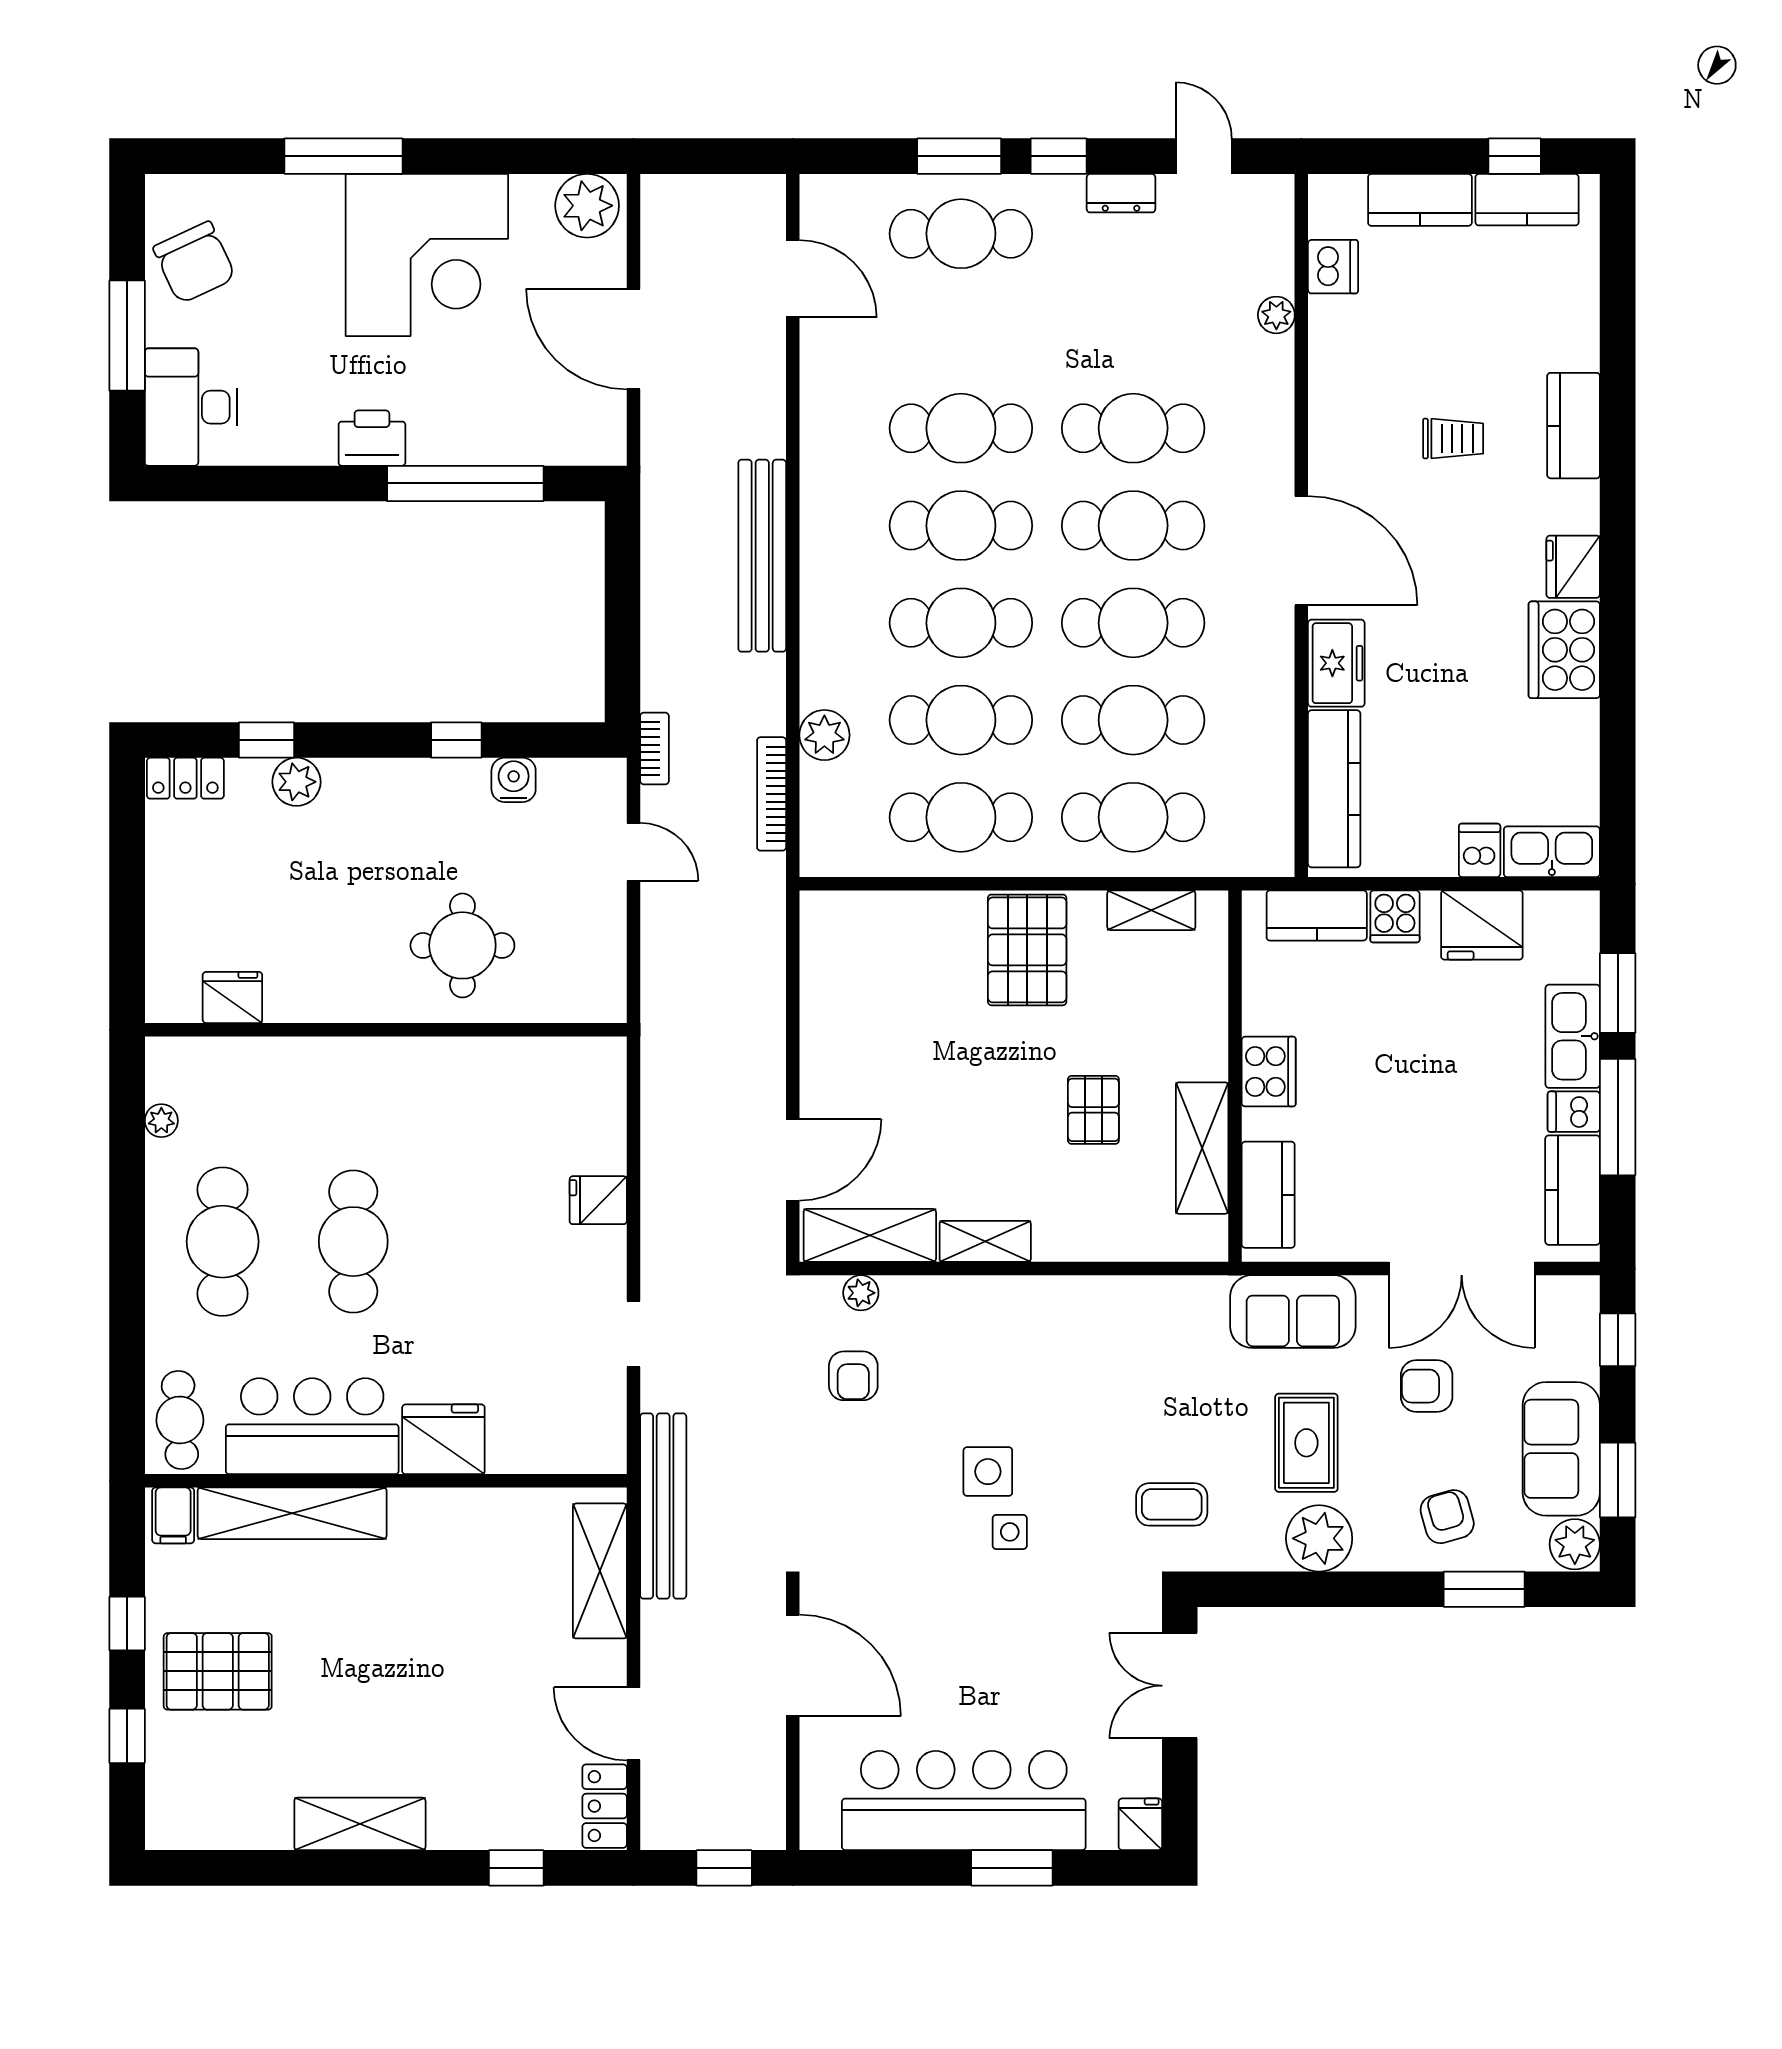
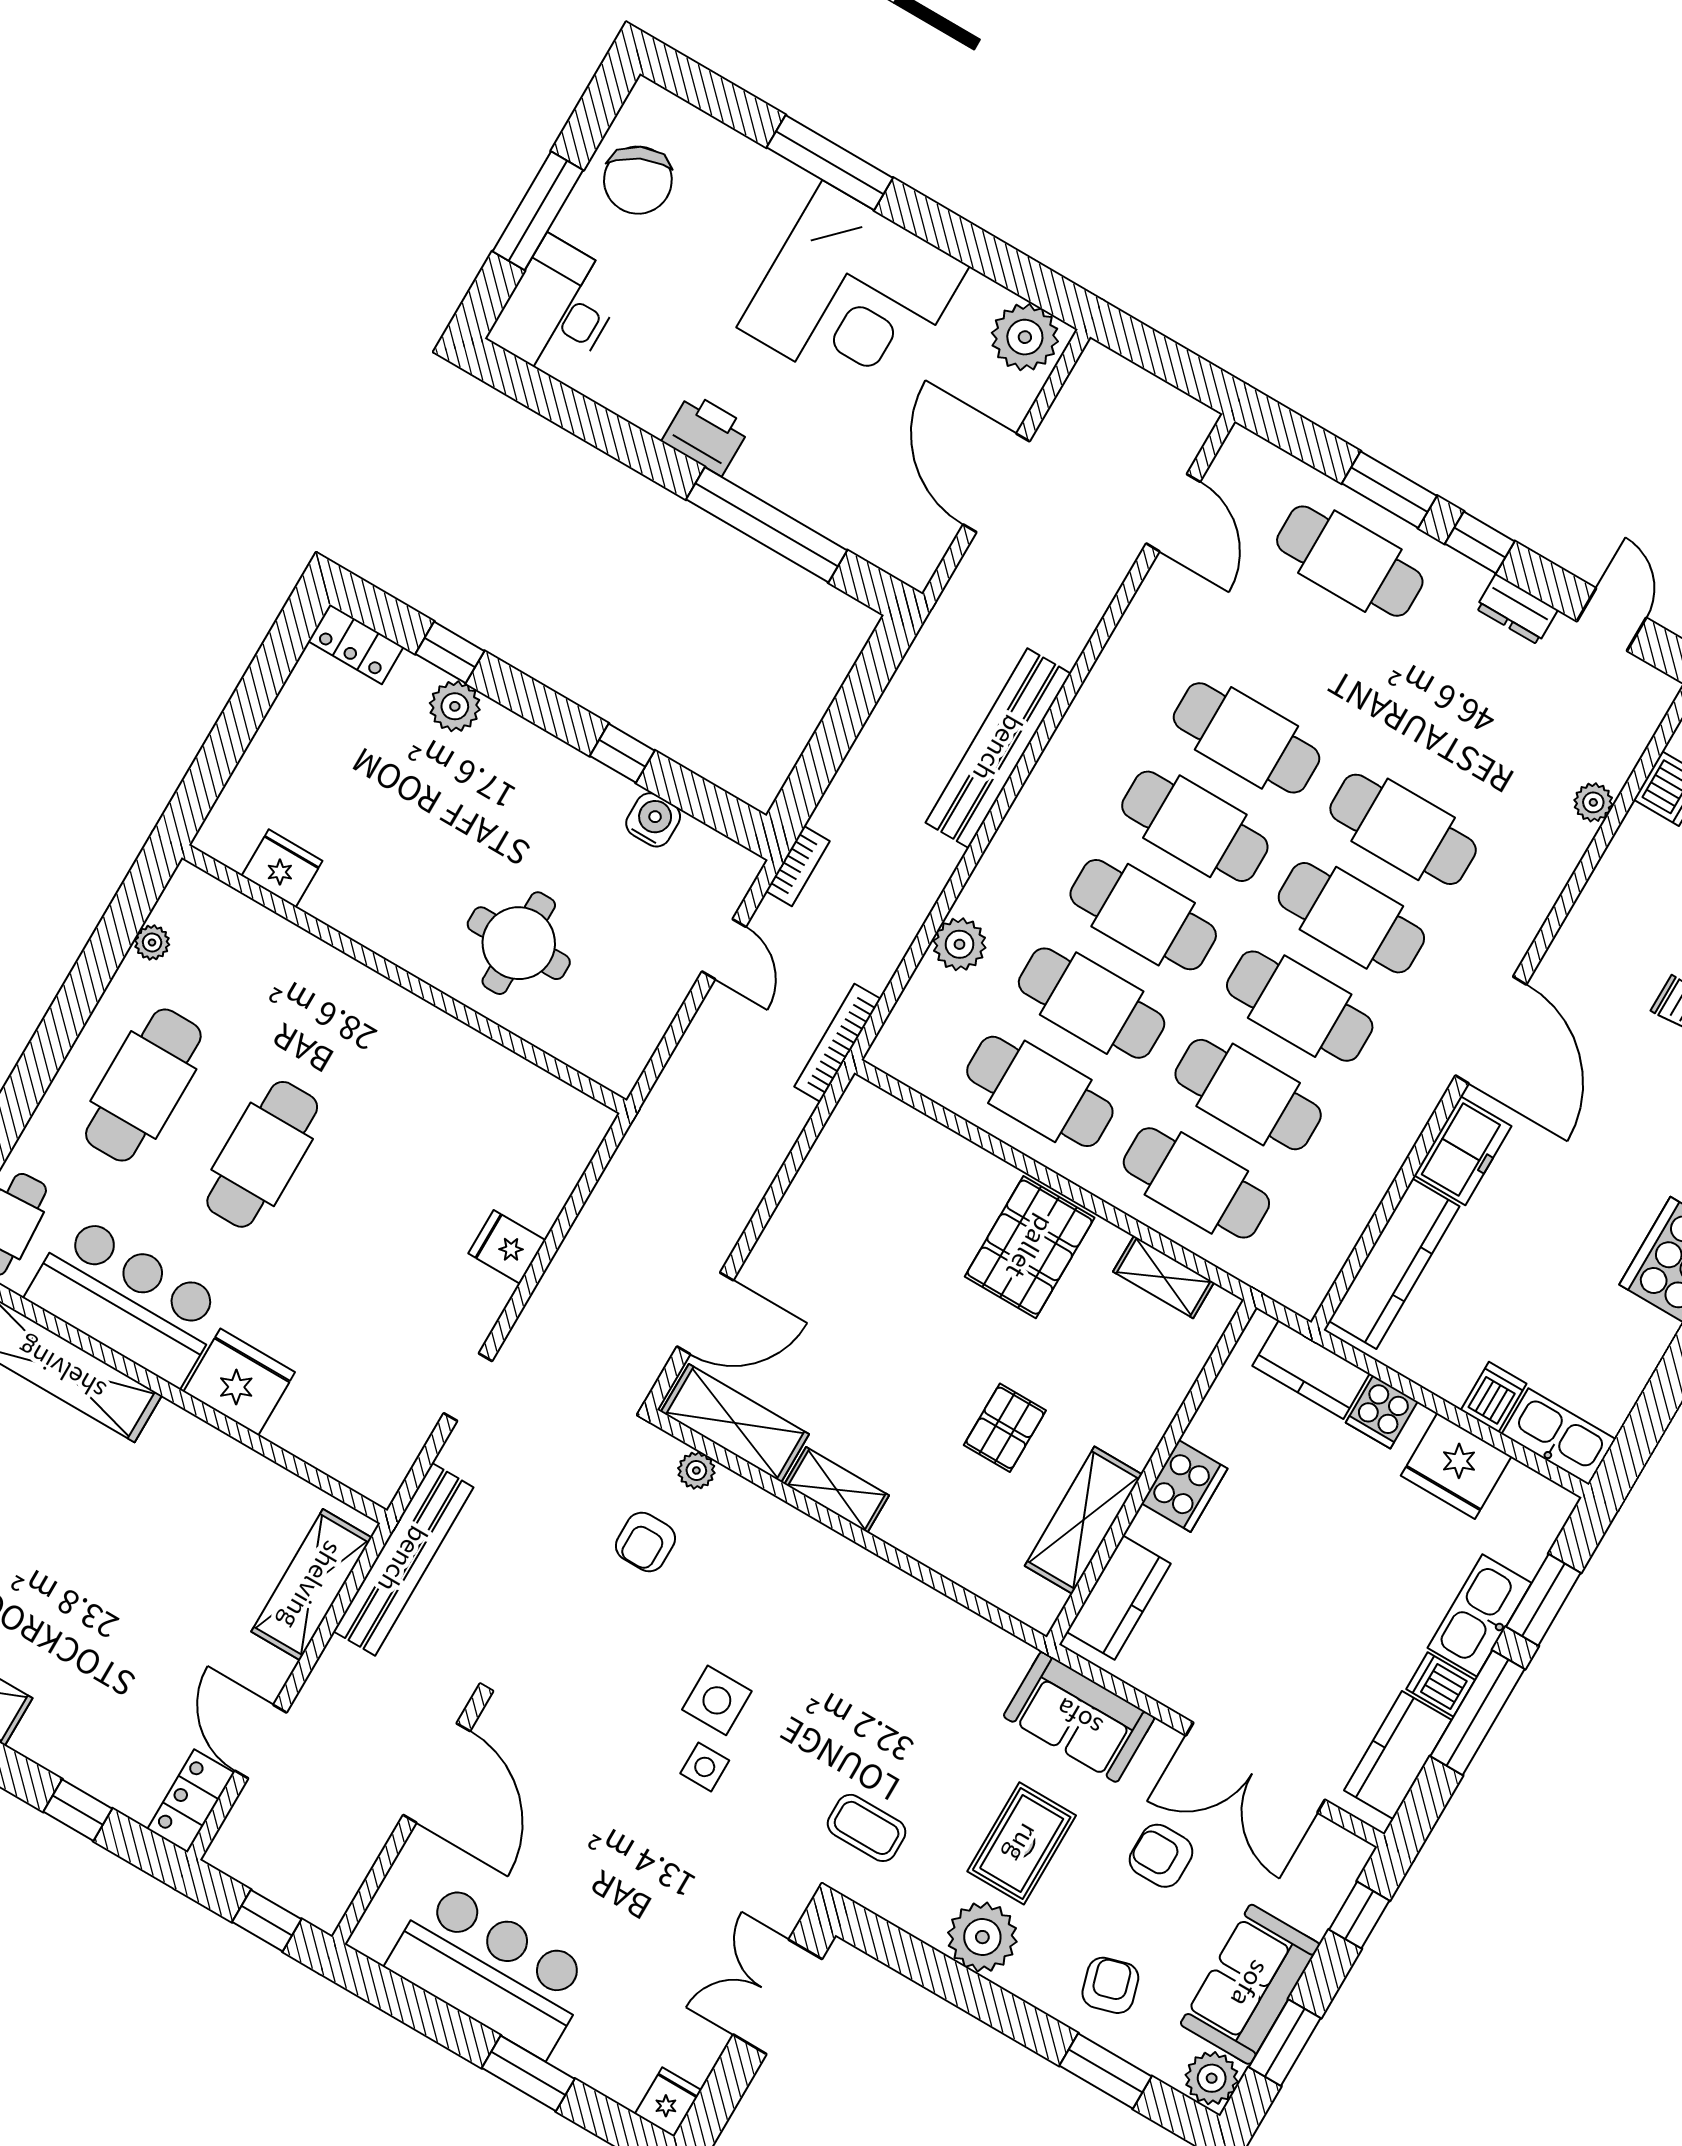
bookcase: (772, 794) -> (837, 1043), moved
bar counter: (964, 1800) -> (491, 1969), width x0.73

